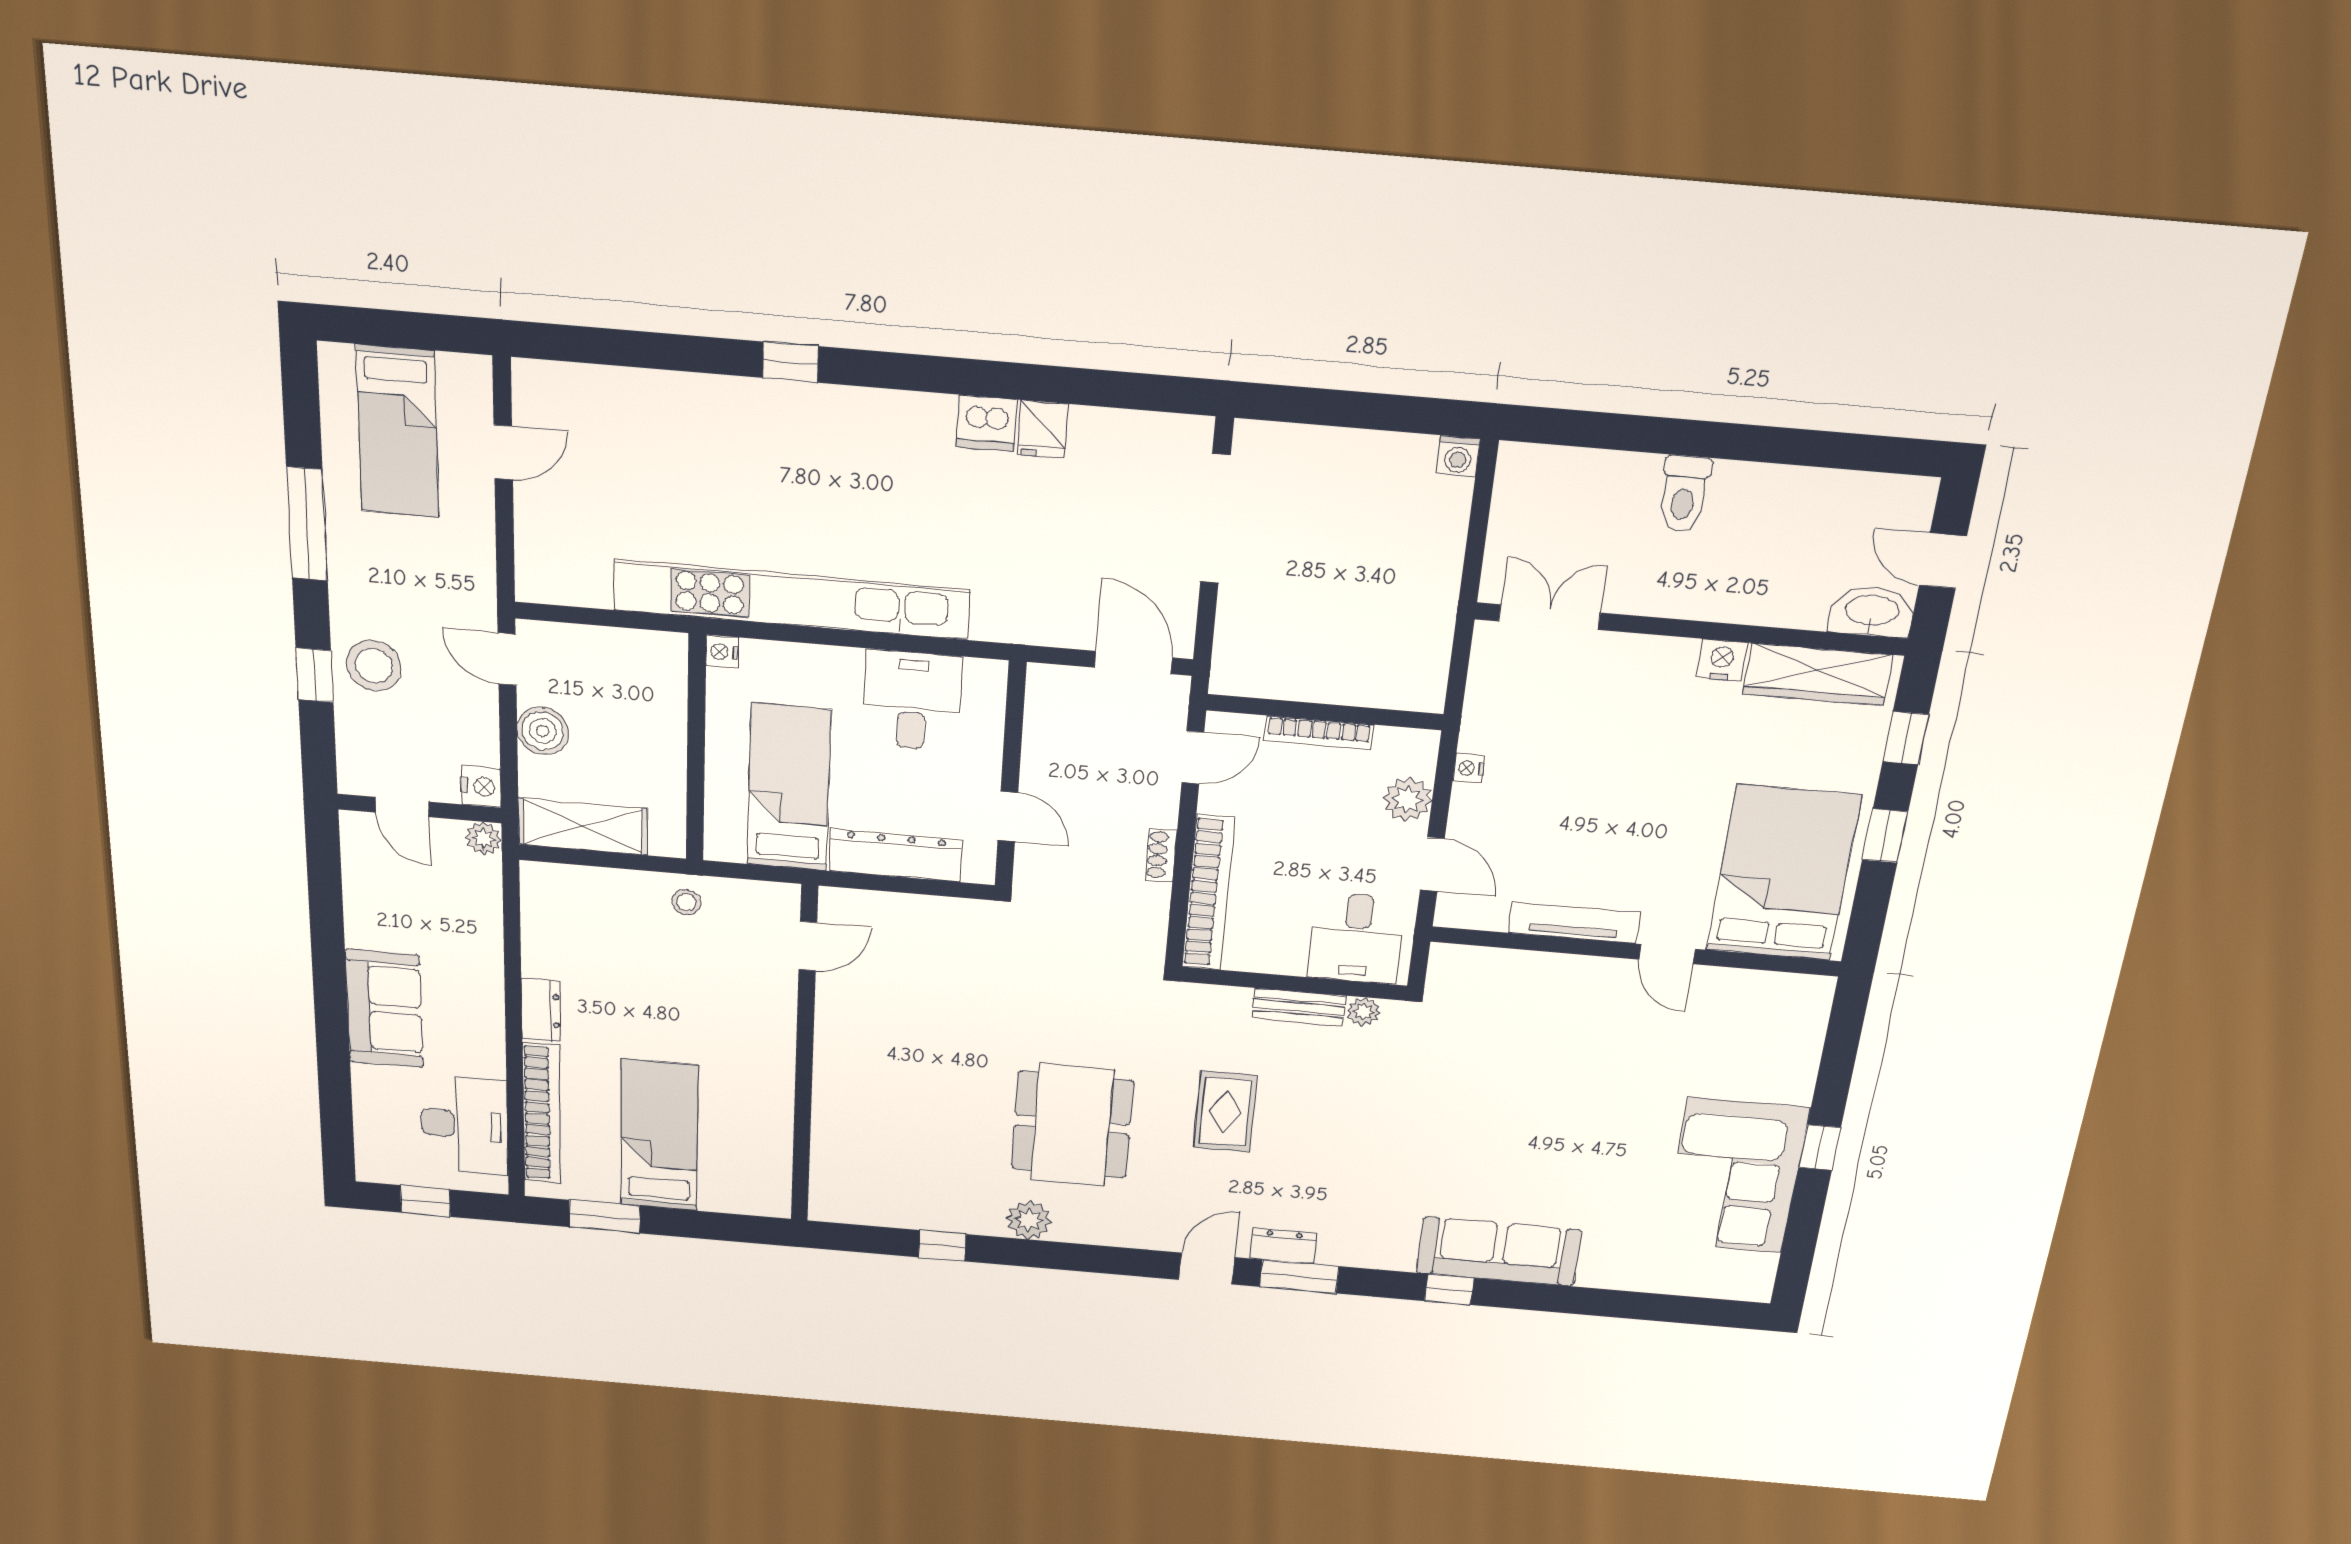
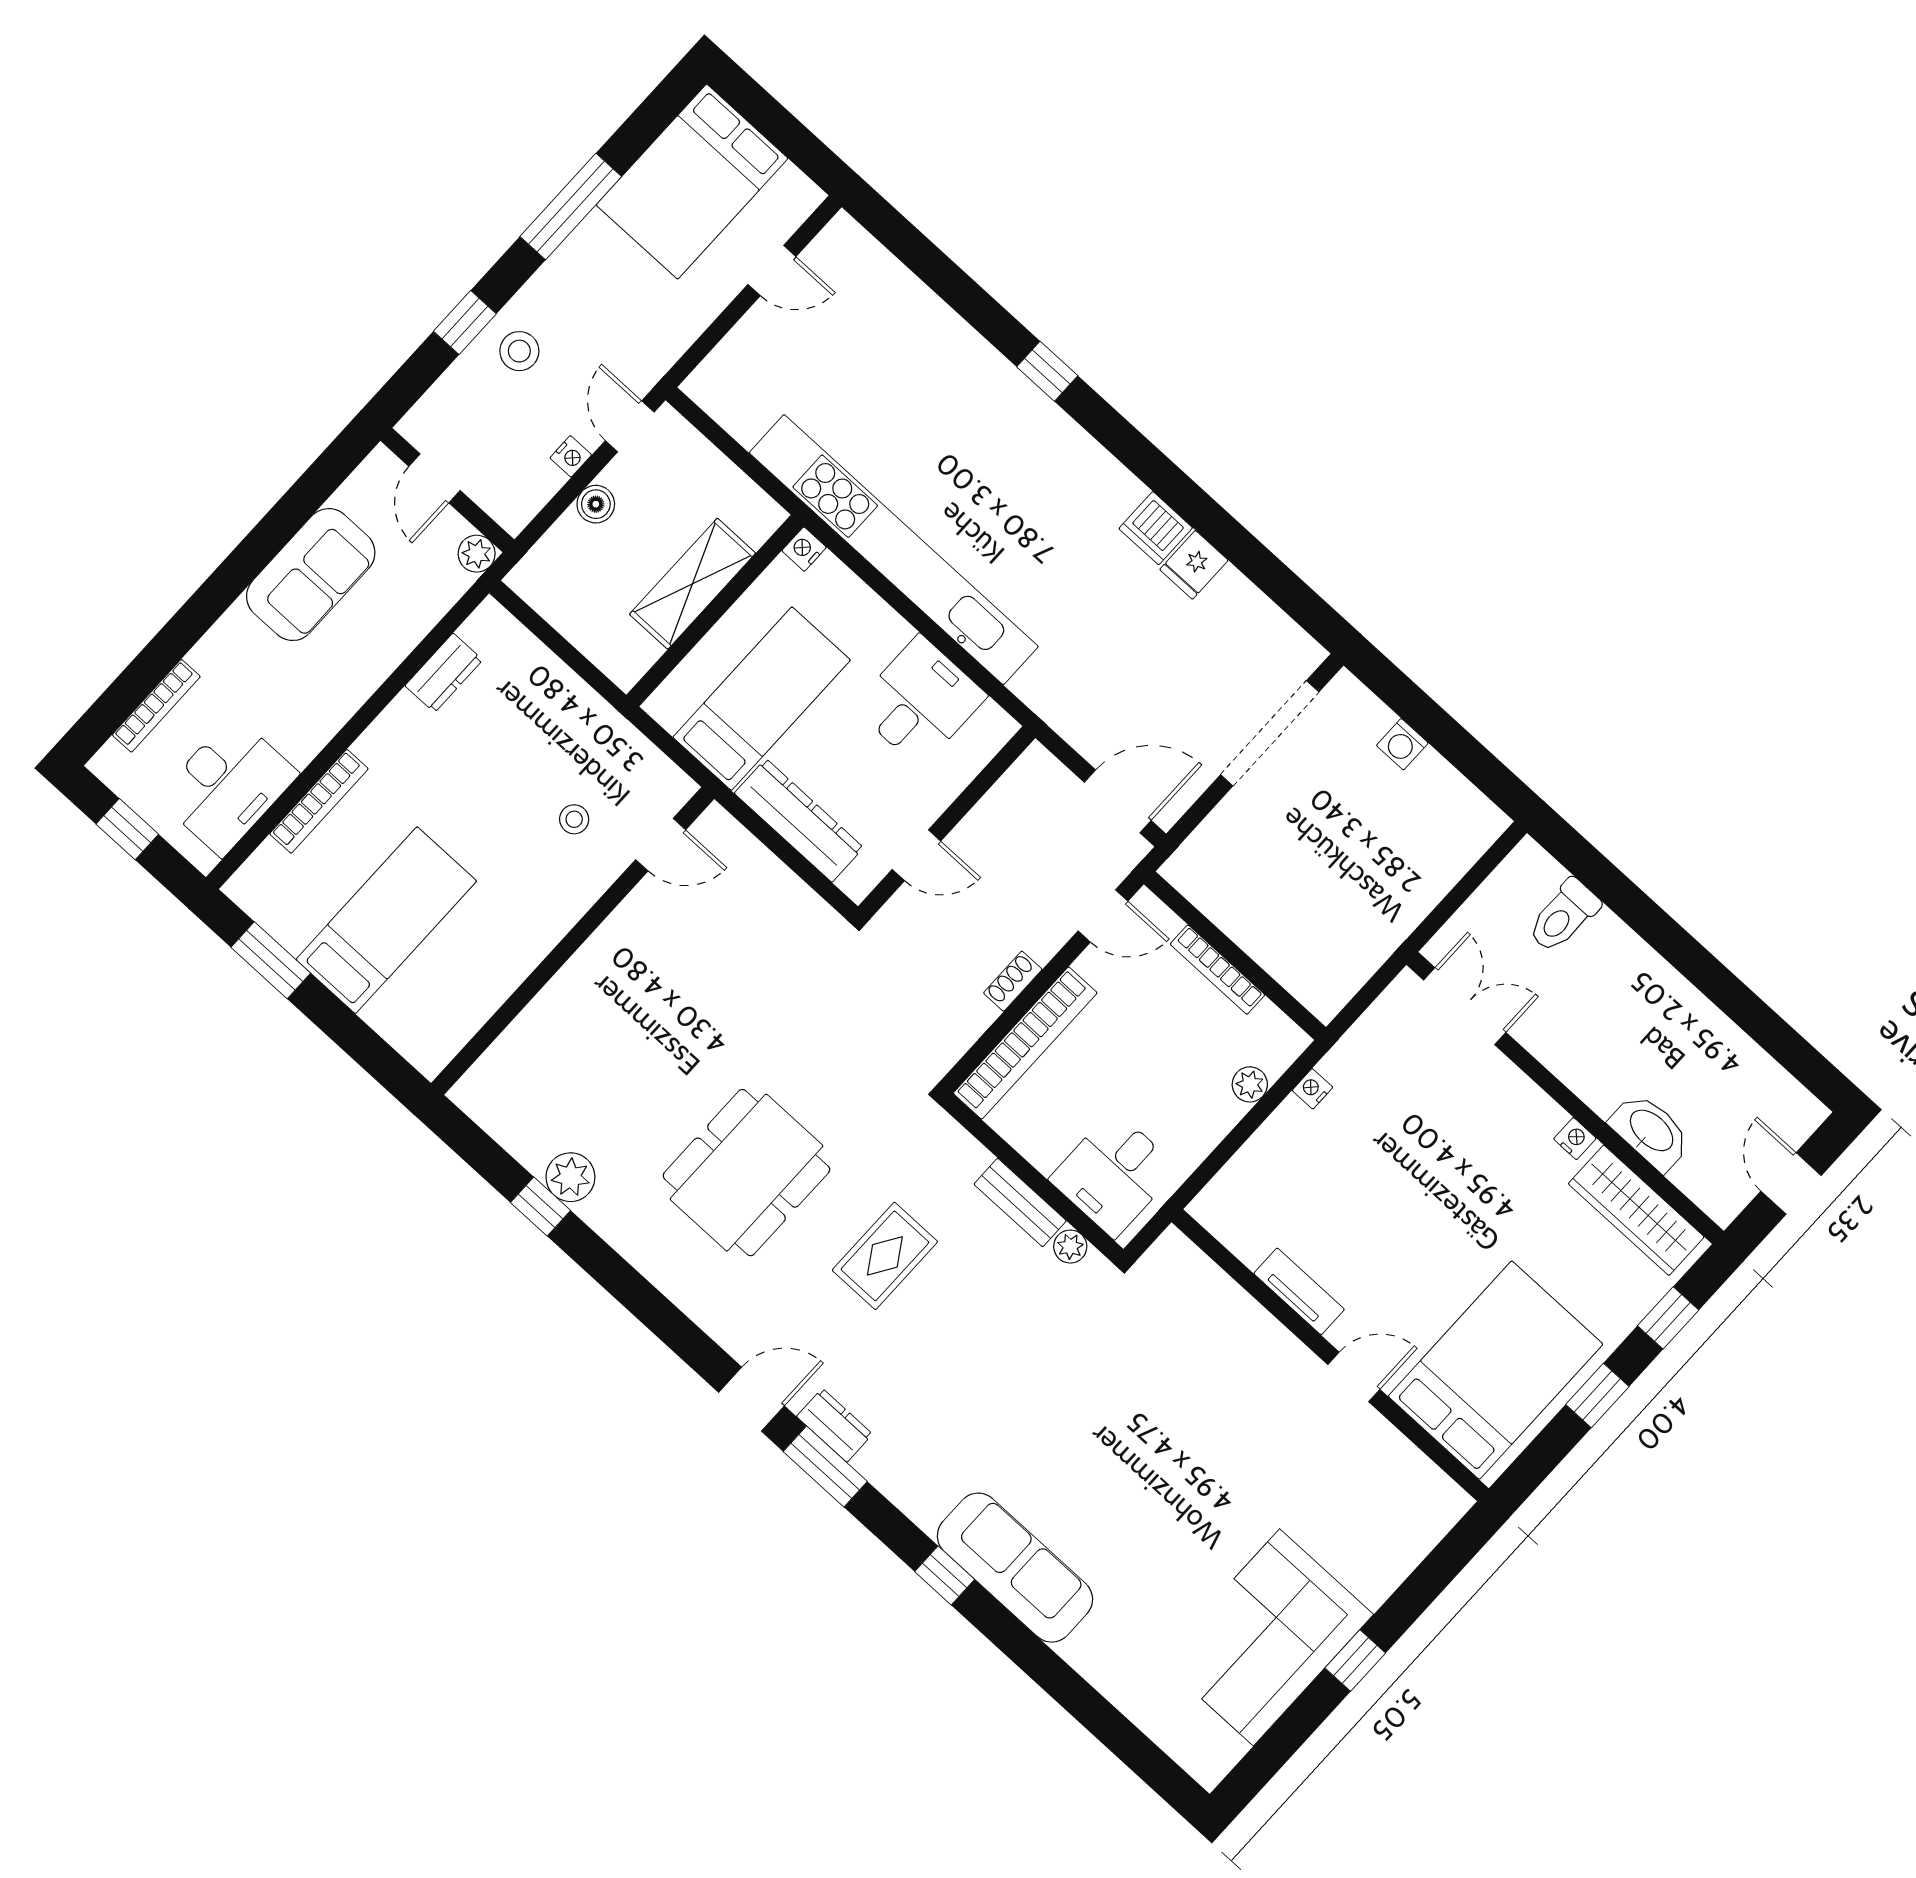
bed: (398, 431) -> (692, 182), width x1.50
washing machine: (1458, 456) -> (1402, 744), moved
toilet: (1684, 494) -> (1563, 916), moved
washbasin: (1872, 612) -> (1651, 1131), moved
nightstand: (1722, 660) -> (1575, 1139), width x0.72, depth x0.74
door: (1133, 663) -> (1118, 801), hinge flipped
stool: (374, 666) -> (519, 351), width x0.73, depth x0.73
boiler: (543, 731) -> (596, 504), width x0.73, depth x0.73
nightstand: (481, 787) -> (571, 456), moved, width x0.72, depth x0.74
plant: (1408, 799) -> (1250, 1084), width x0.73, depth x0.73
door: (1008, 816) -> (916, 855), hinge flipped
shelving: (583, 827) -> (693, 584), moved, turned 90
door: (1432, 864) -> (1223, 1153), removed
stool: (686, 902) -> (574, 819), moved
tv unit: (1574, 923) -> (1299, 1291), width x0.71
door: (1667, 954) -> (1354, 1377), swing flipped
sofa: (384, 1009) -> (311, 575), moved
dresser: (541, 1010) -> (444, 673), moved
bookcase: (364, 1107) -> (156, 706), added
bookcase: (542, 1113) -> (319, 801), width x0.68, depth x0.76
plant: (1029, 1220) -> (570, 1177), moved

